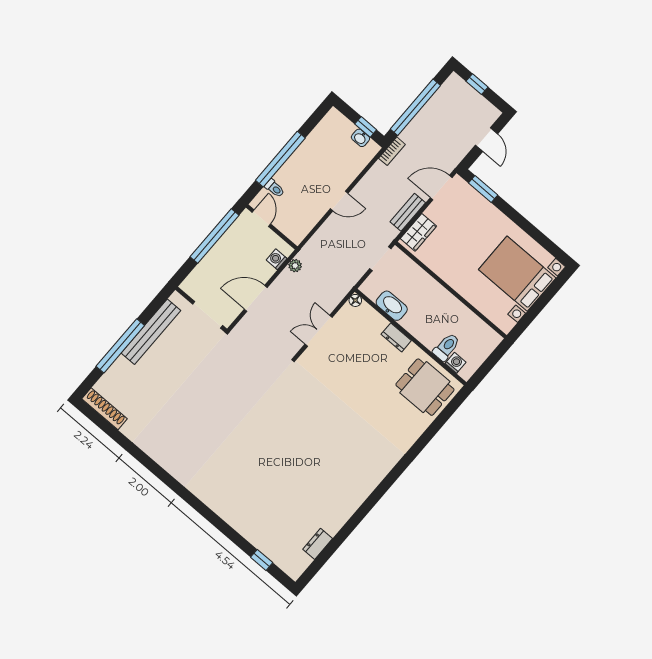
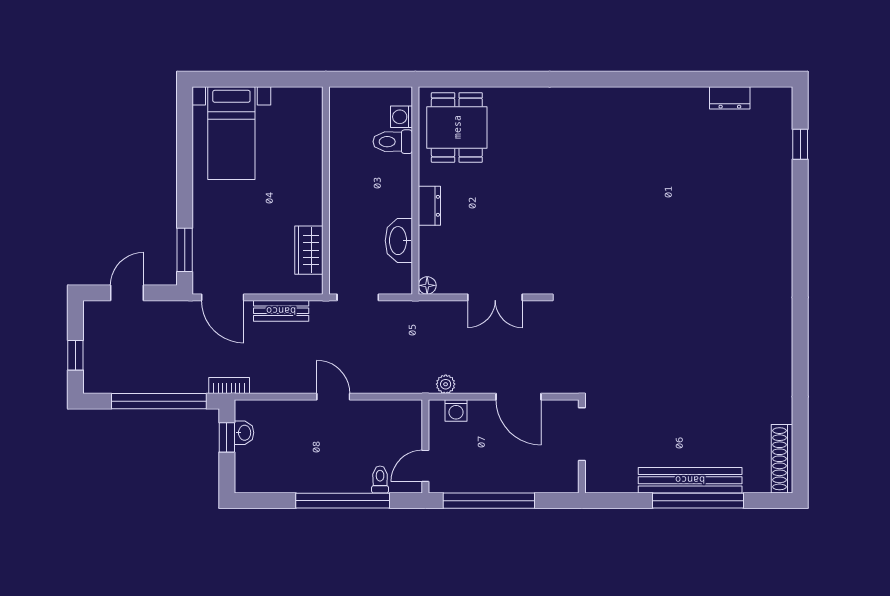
wardrobe: (418, 232) -> (309, 250), moved, turned -90
bed with nightstands: (517, 274) -> (231, 133), width x0.73
bench: (151, 332) -> (690, 480), moved

